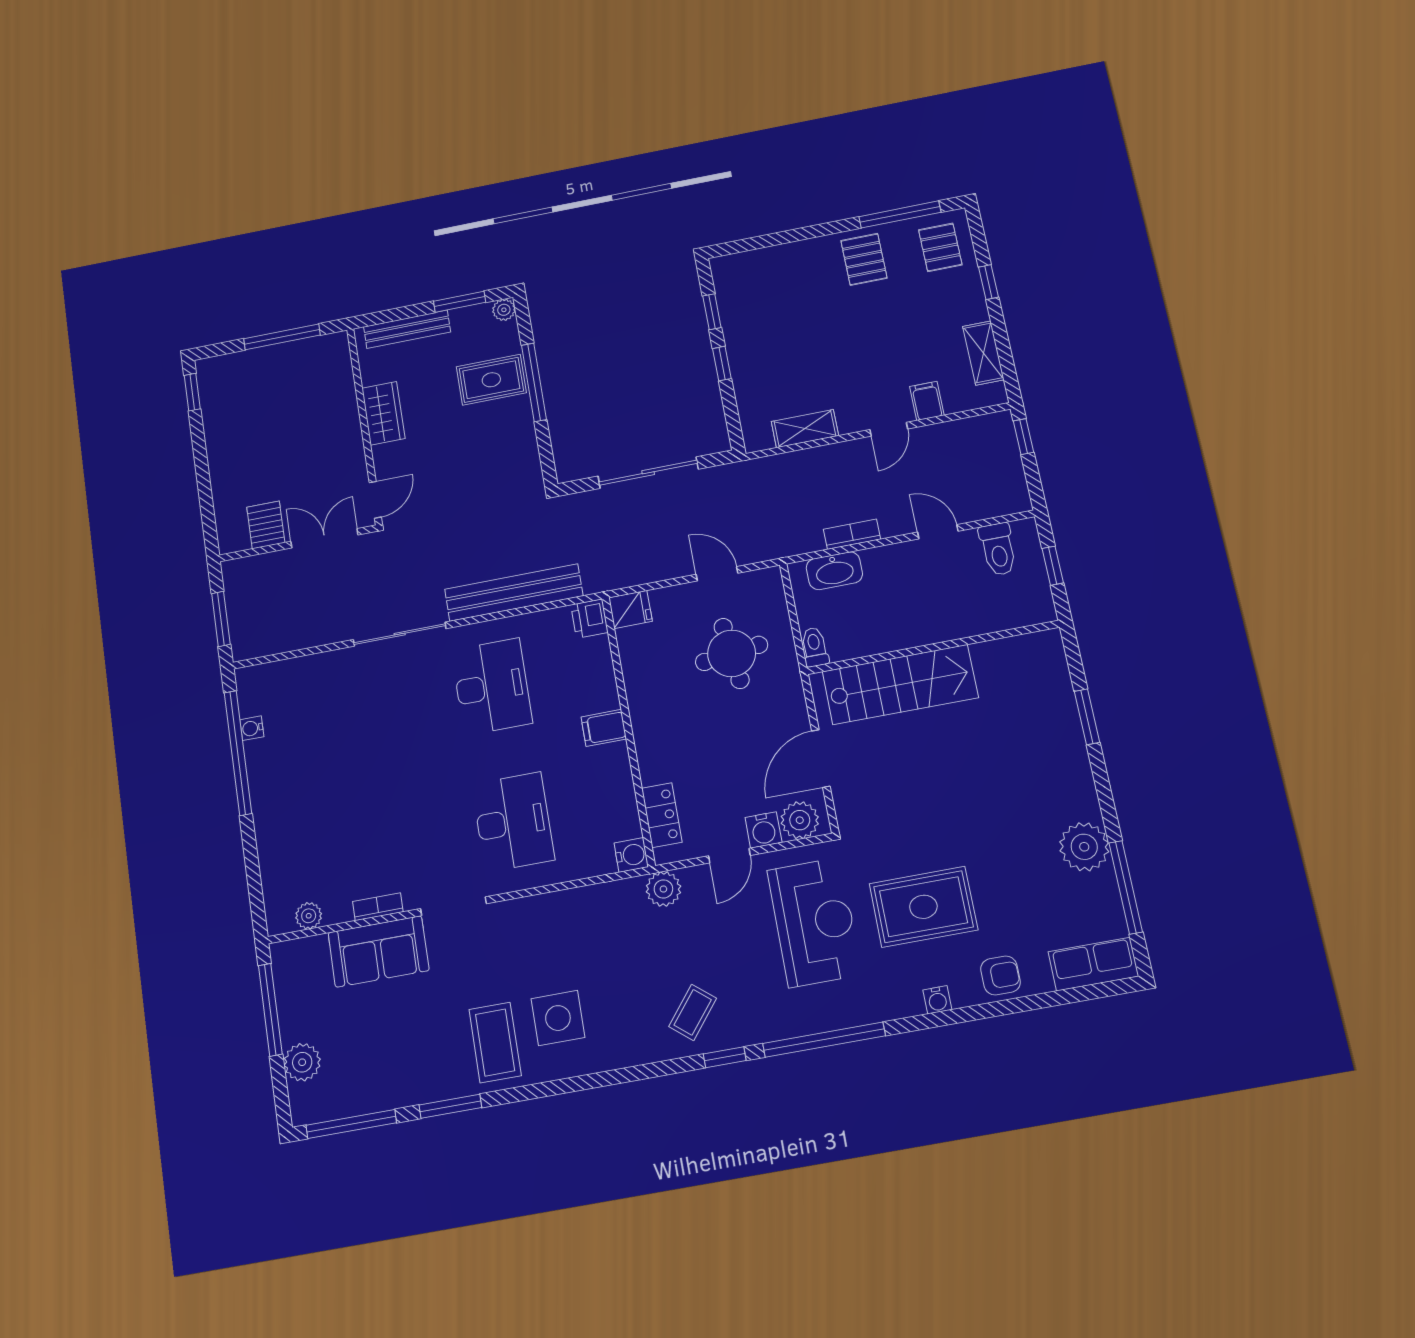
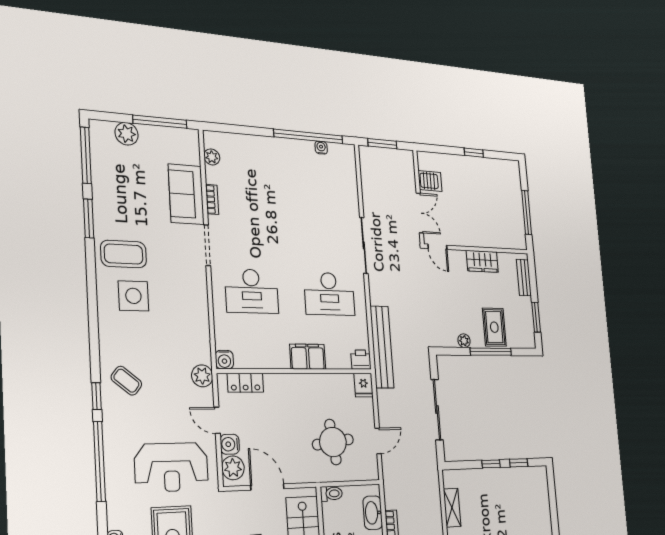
plant: (504, 310) -> (464, 341), moved
bench: (407, 329) -> (524, 278), width x0.73
window: (192, 392) -> (474, 153), moved
bench: (514, 593) -> (382, 347), moved
filing cabinet: (604, 728) -> (308, 357), width x2.00

